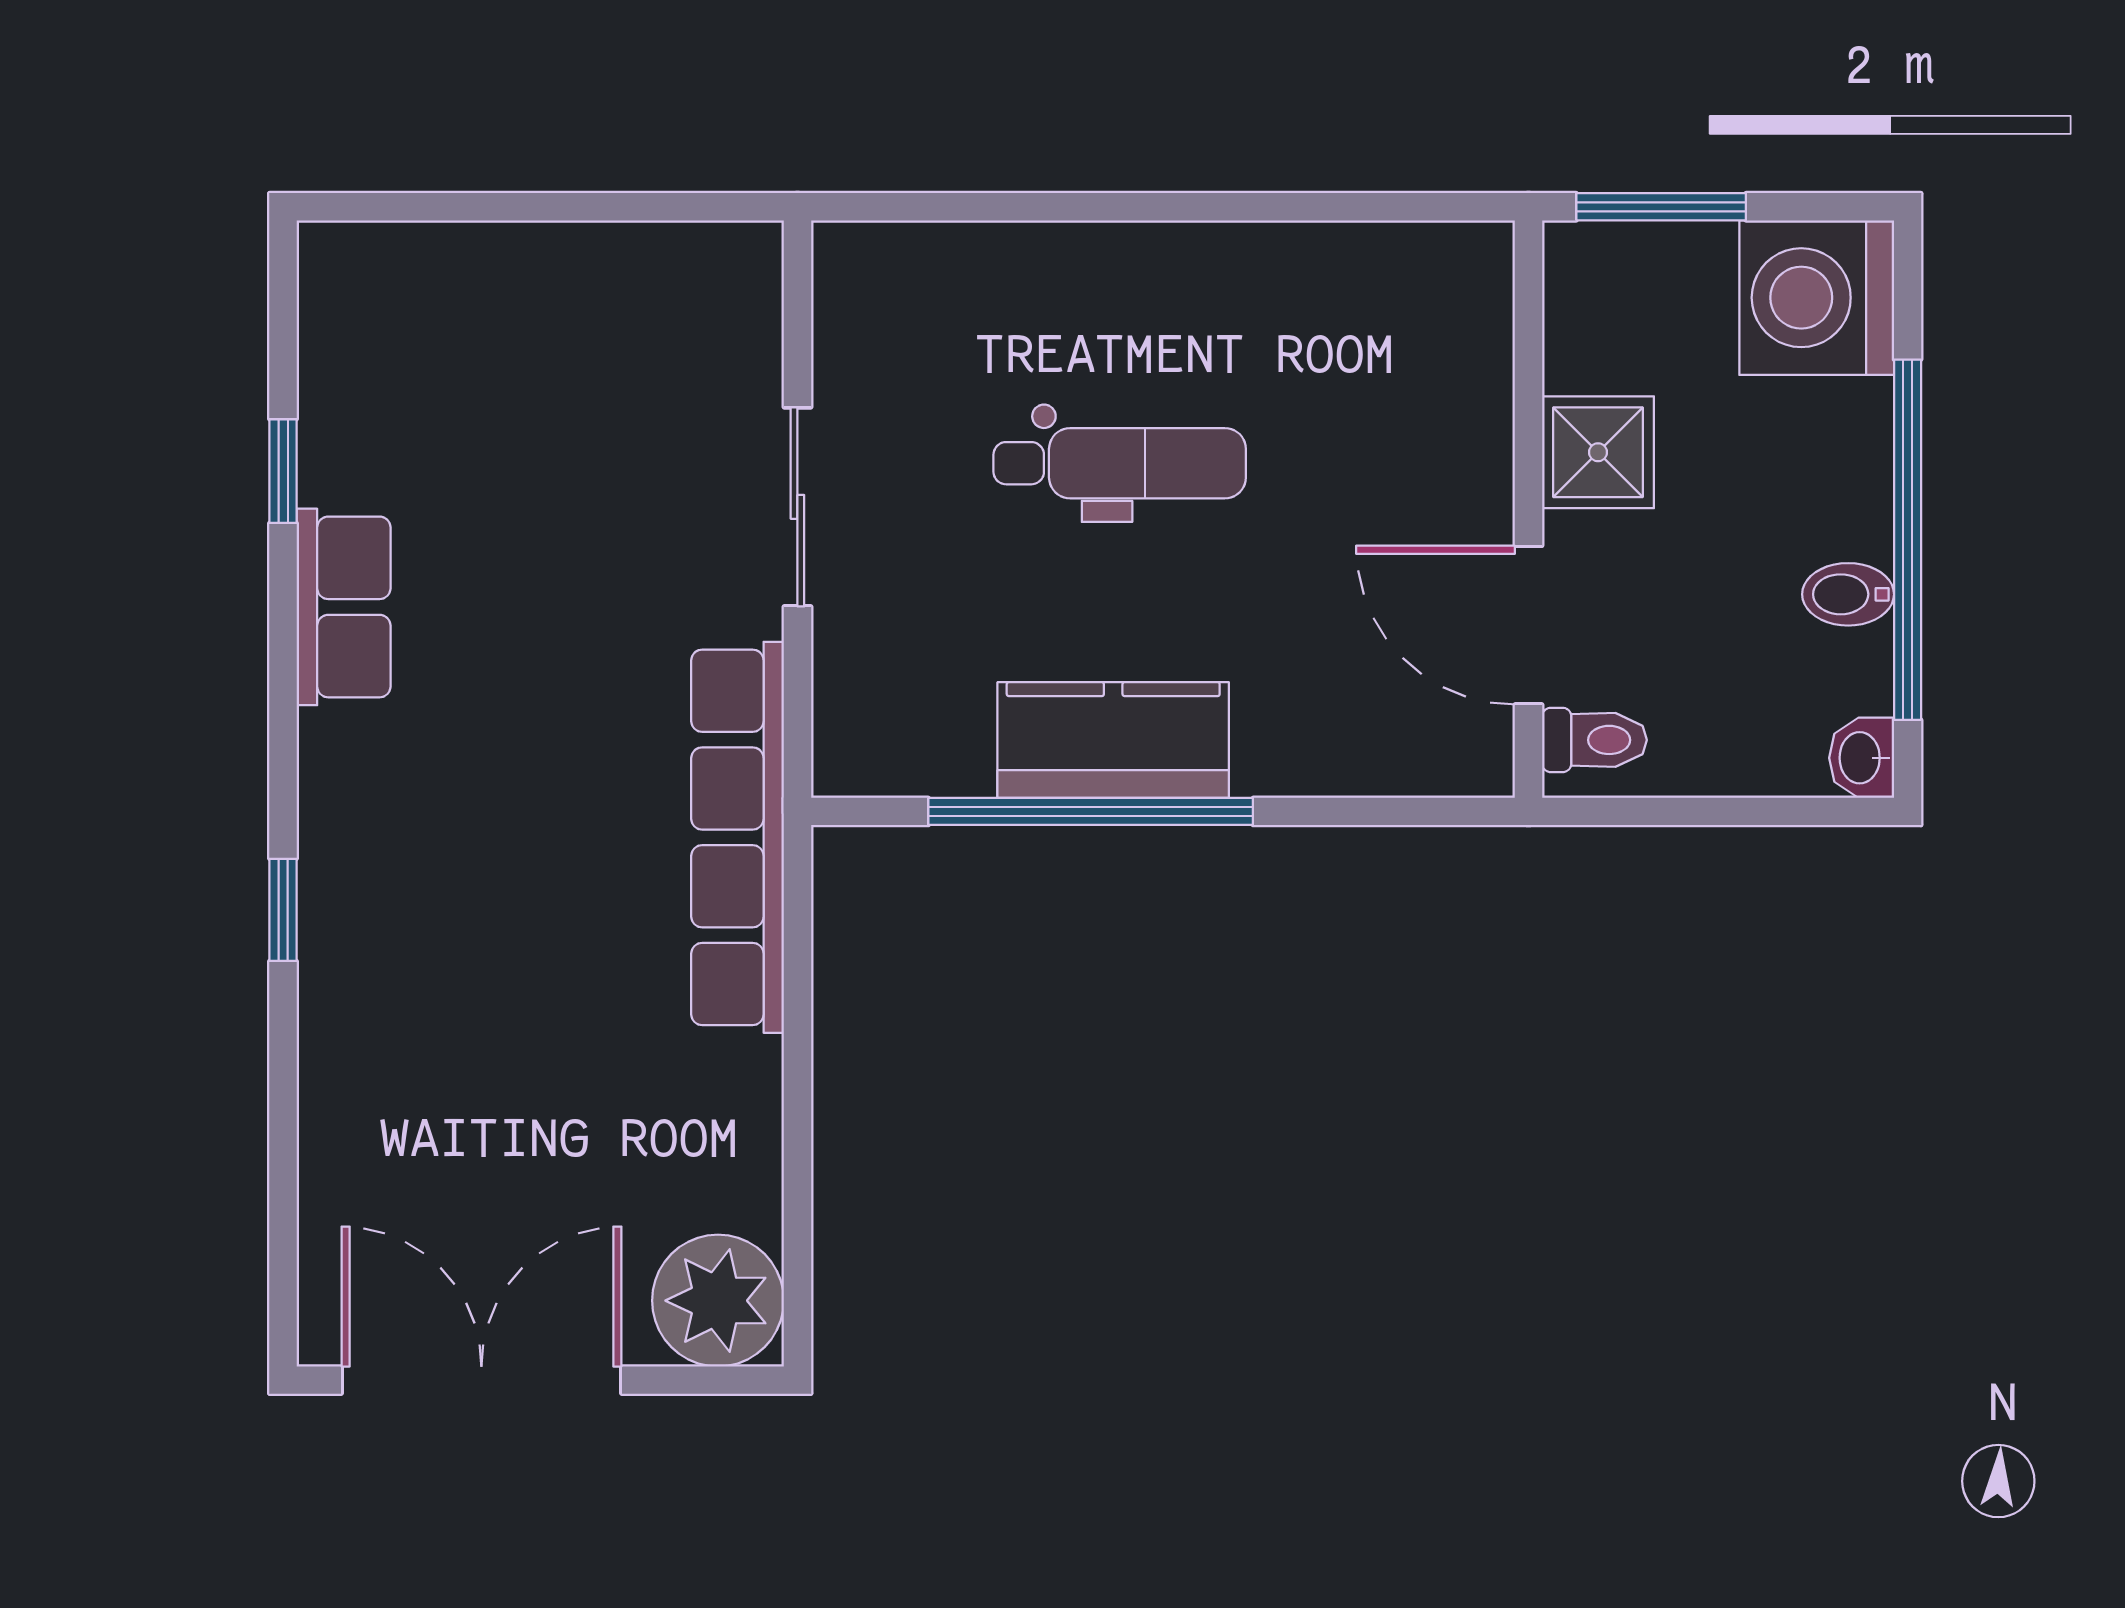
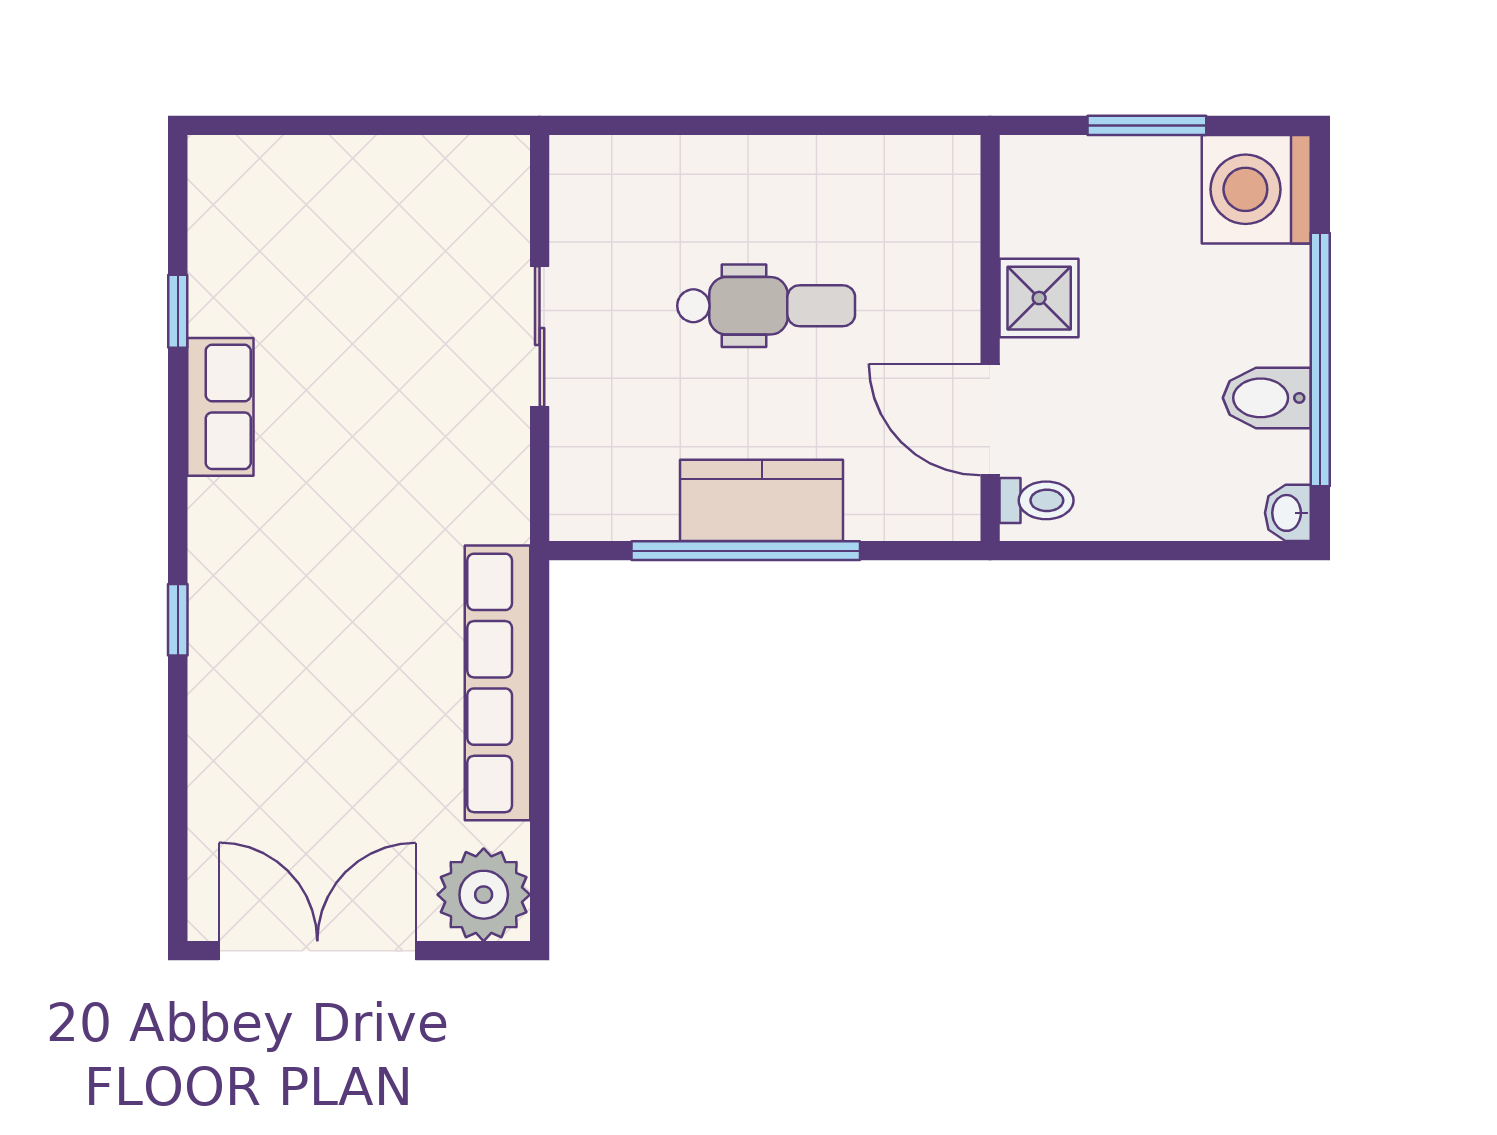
shower: (1598, 452) -> (1039, 298), moved
wall: (1529, 509) -> (990, 338), moved
bidet: (1848, 594) -> (1267, 398), width x1.38, depth x1.36
door: (1529, 625) -> (990, 420), moved
toilet: (1594, 740) -> (1037, 500), moved
row of seats: (738, 837) -> (497, 683), moved

